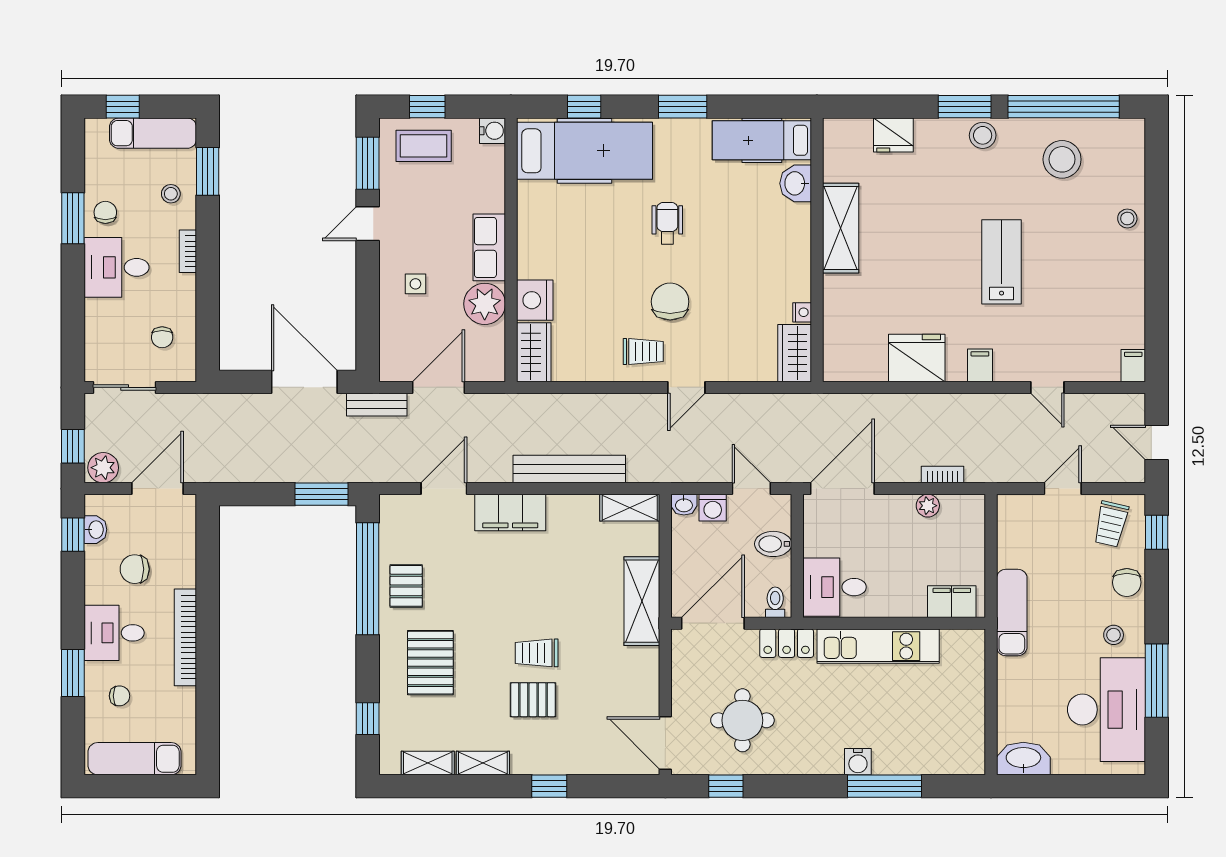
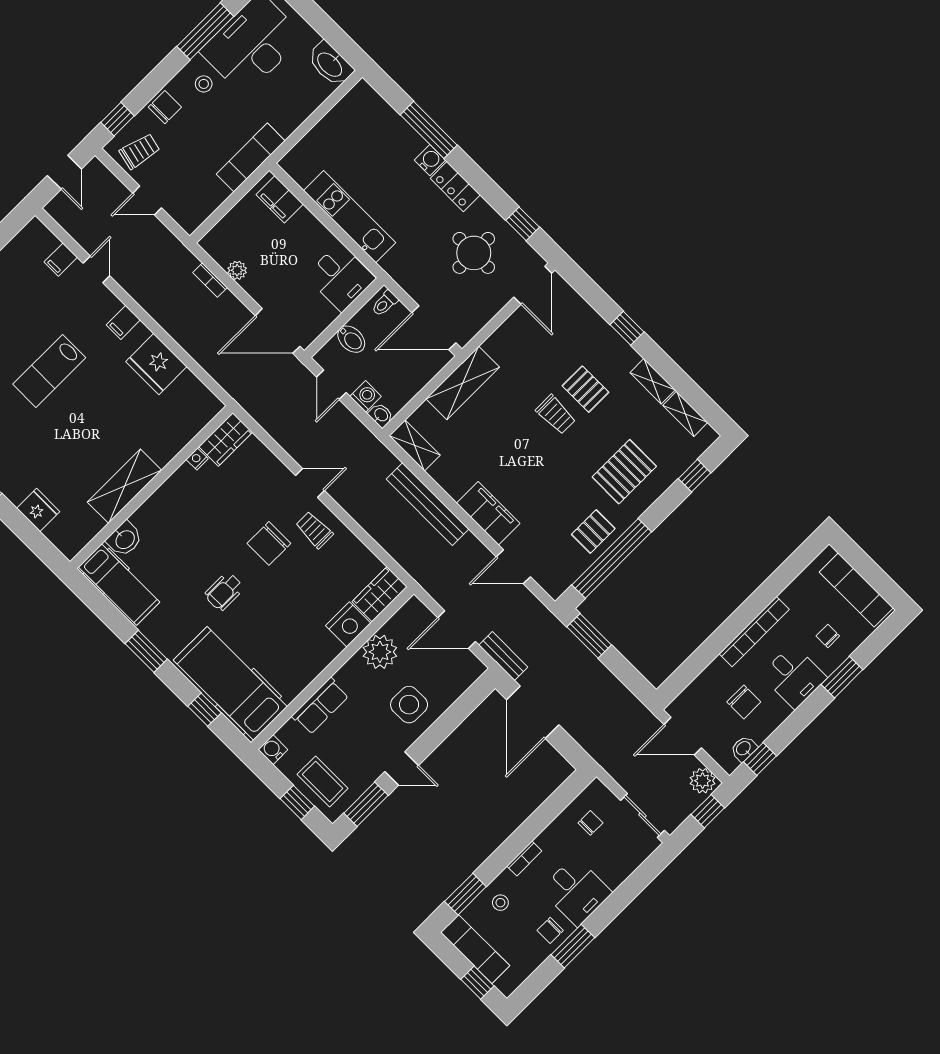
row of seats: (489, 247) -> (320, 706), moved
side table: (415, 284) -> (409, 705), width x1.87, depth x1.87
filing cabinet: (1133, 366) -> (61, 260), moved
locker: (787, 643) -> (455, 187), moved, turned 180

